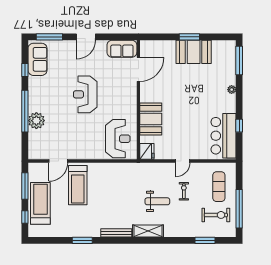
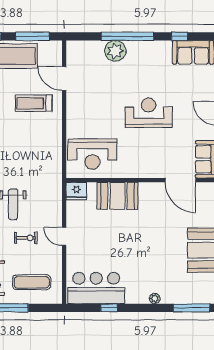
treadmill: (78, 185) -> (34, 103), width x0.73, depth x0.73

